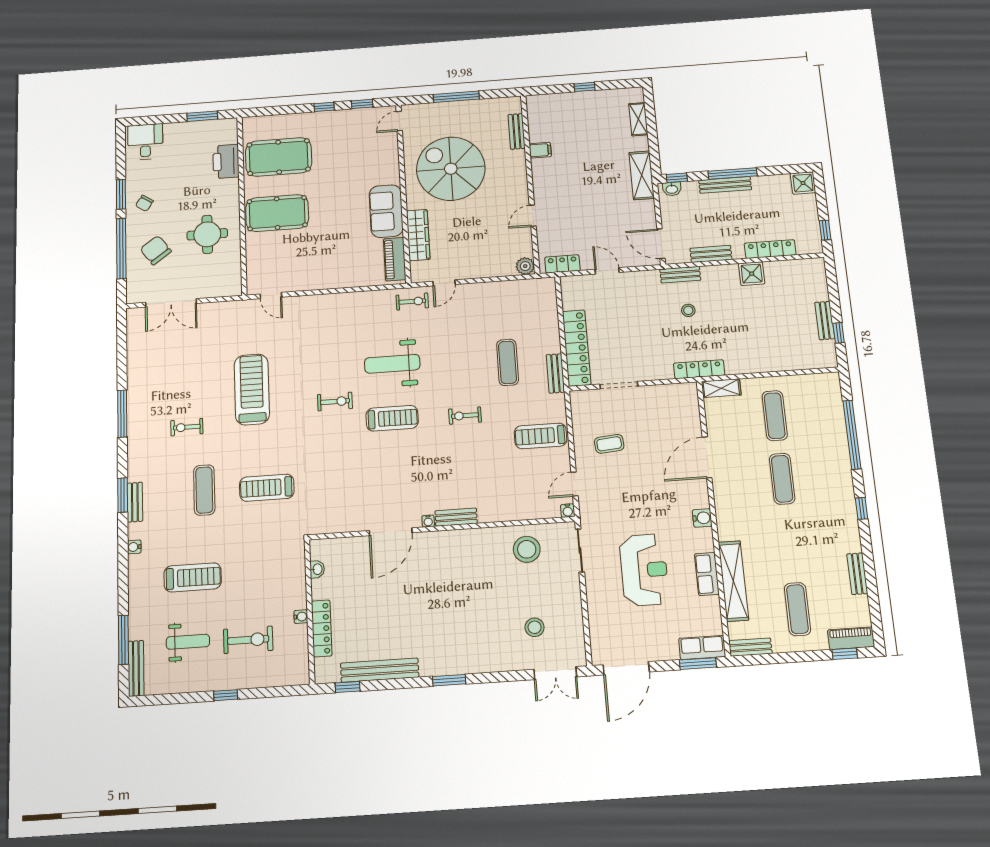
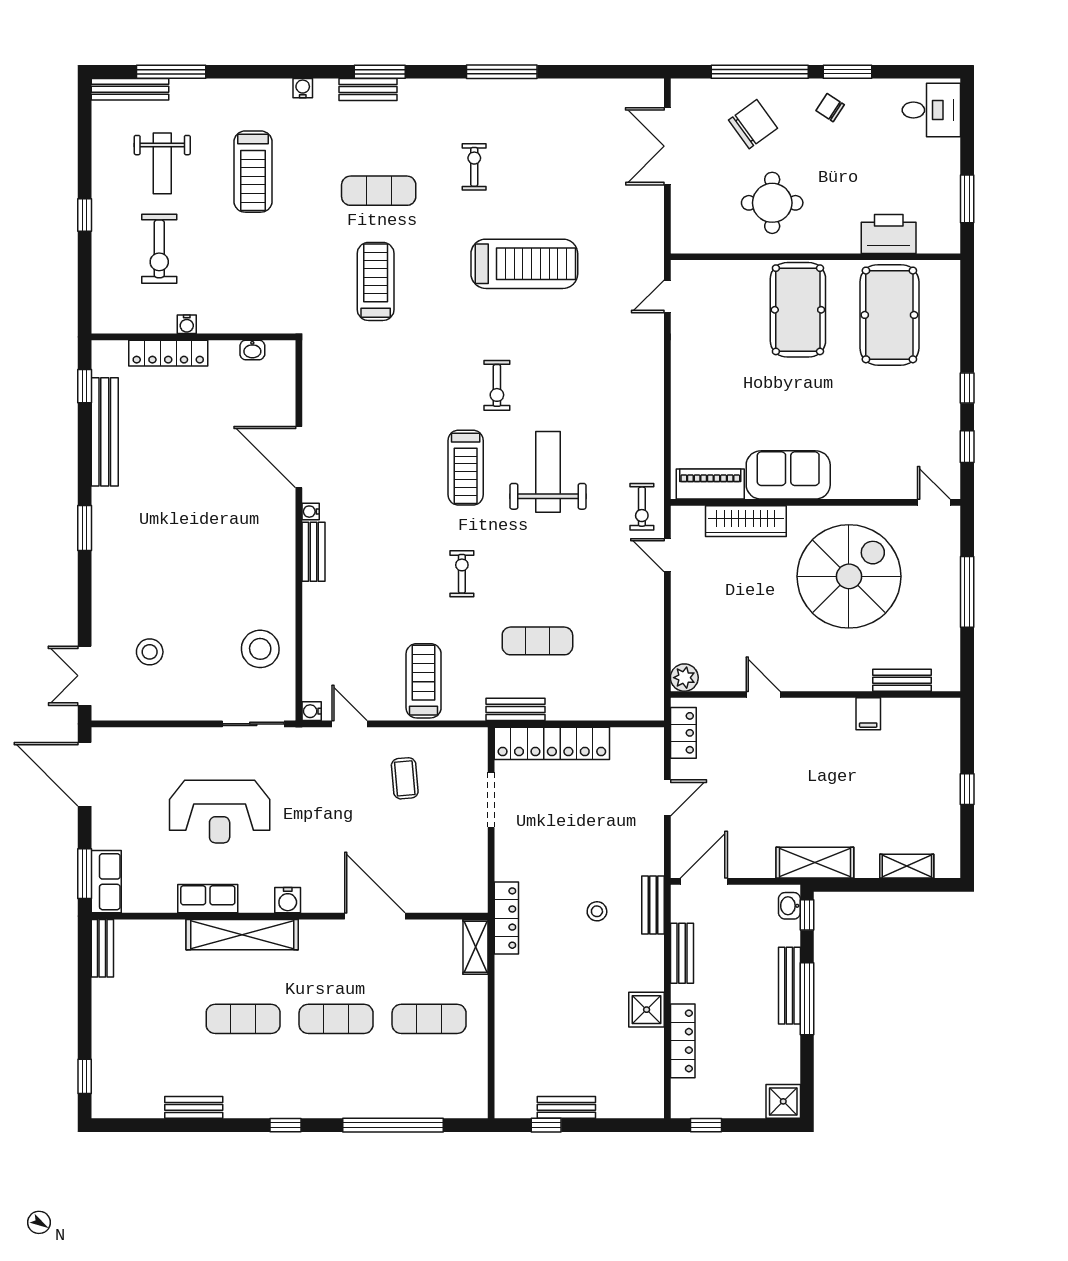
shelving: (733, 581) -> (242, 935), moved
exercise mat: (797, 609) -> (243, 1019), moved
piano: (851, 638) -> (105, 1088), removed

